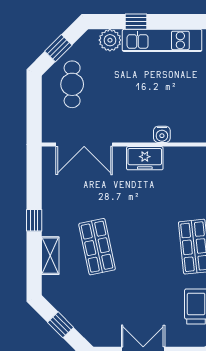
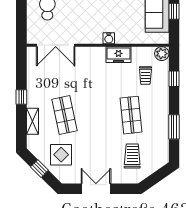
freezer: (145, 158) -> (118, 55), moved
display table: (92, 305) -> (61, 155), added

